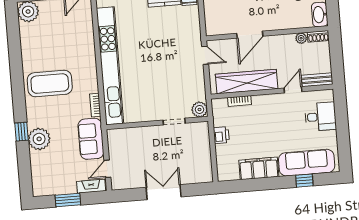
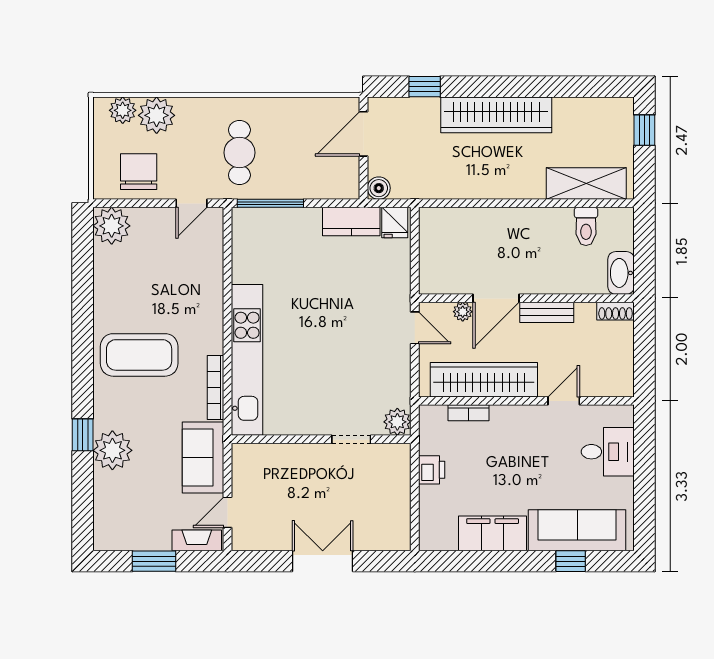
plant: (301, 38) -> (463, 312), moved
kitchen unit: (110, 66) -> (247, 360), width x0.73
bench: (317, 80) -> (547, 312), moved
bookcase: (95, 105) -> (216, 388), width x1.56

